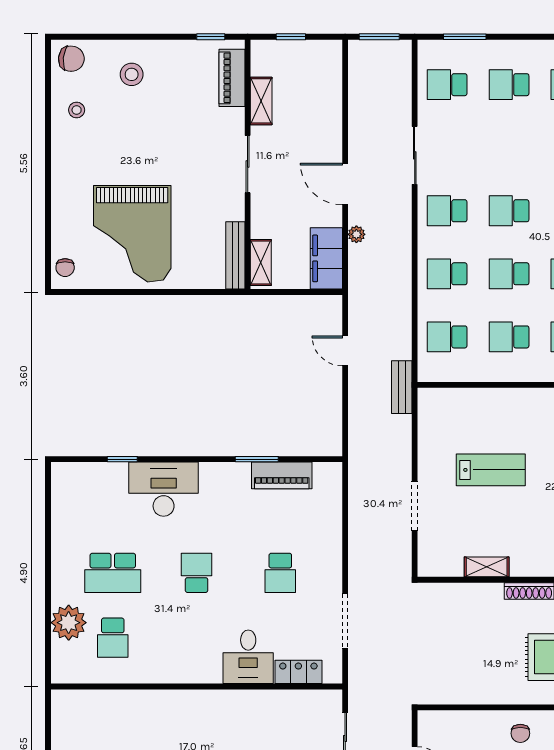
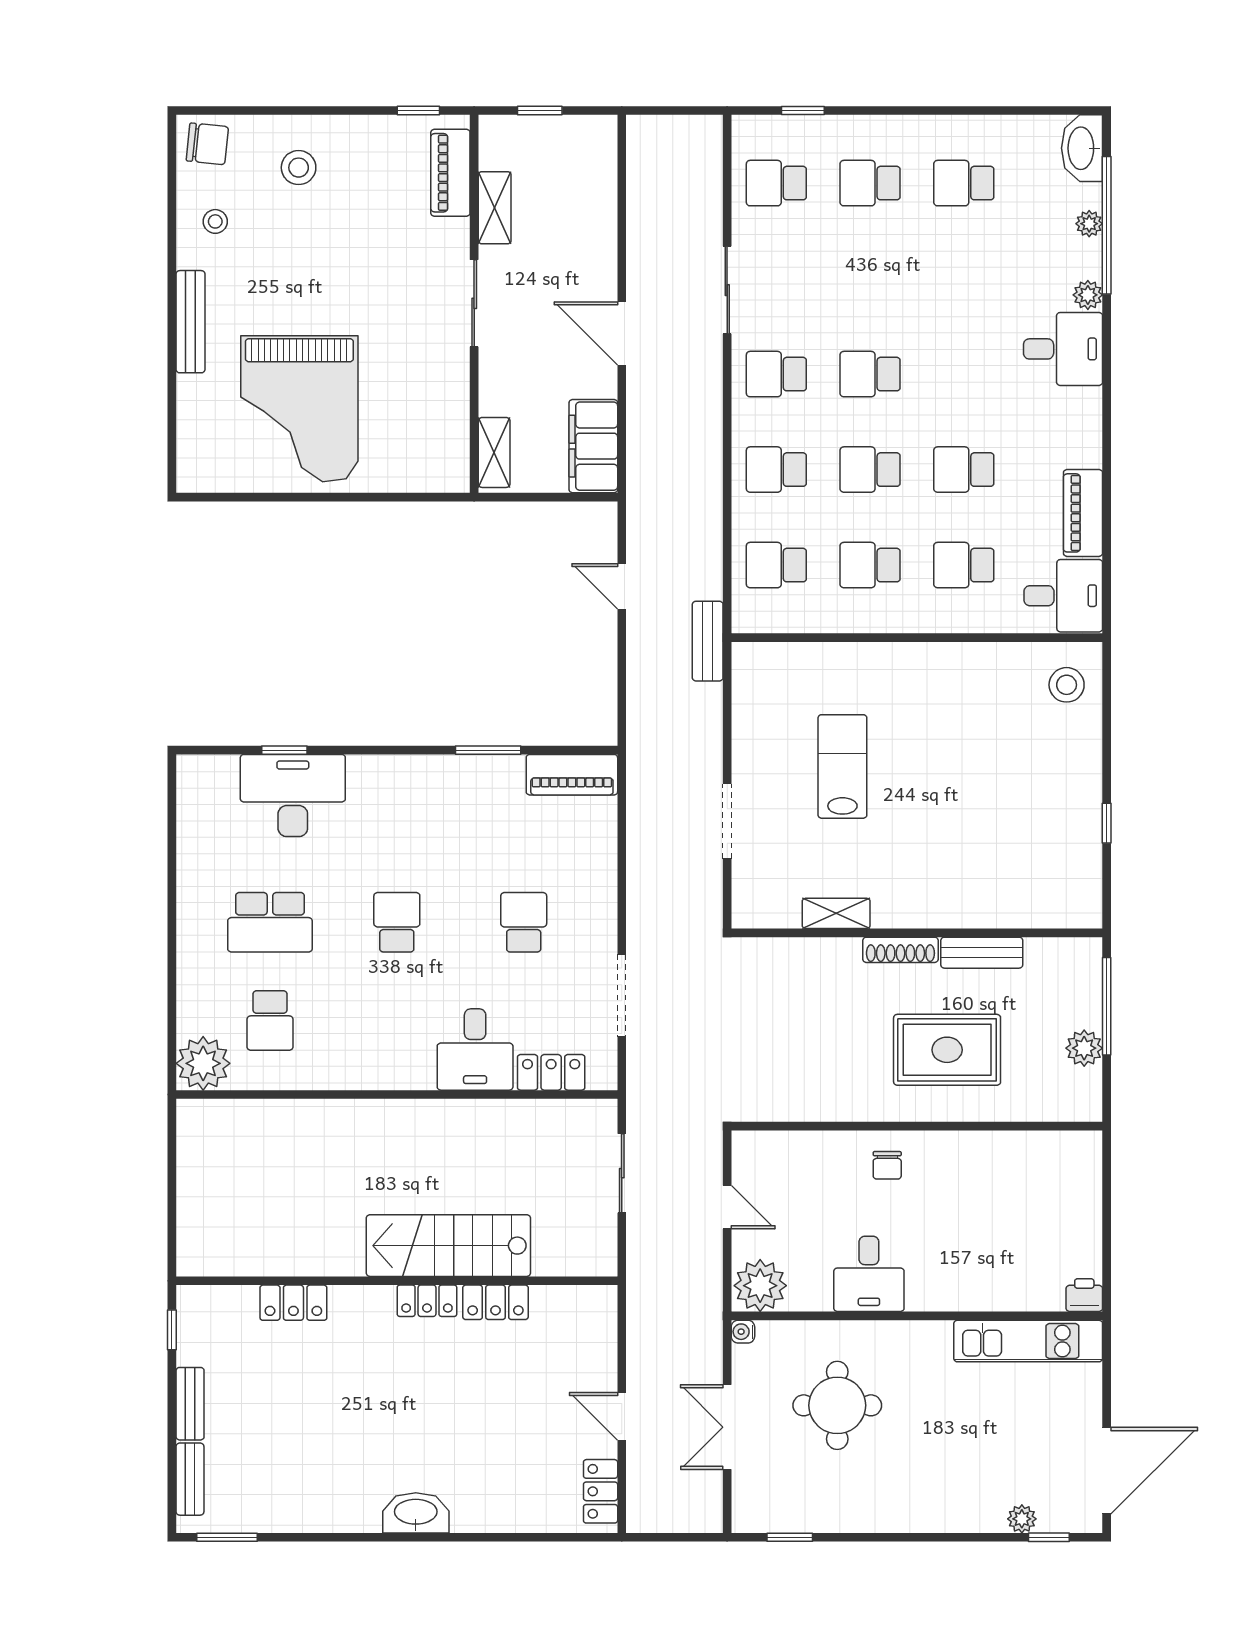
window: (379, 37) -> (673, 111), removed
window: (465, 37) -> (803, 111), width x0.67
plant: (356, 234) -> (639, 410), removed
bench: (235, 255) -> (190, 322), moved
chair: (65, 268) -> (198, 460), removed
lab bench: (491, 470) -> (842, 766), turned -90
piano: (282, 475) -> (572, 775), moved
desk: (164, 489) -> (293, 795), moved
school desk: (280, 573) -> (524, 922), turned 180
plant: (69, 623) -> (203, 1063), moved

